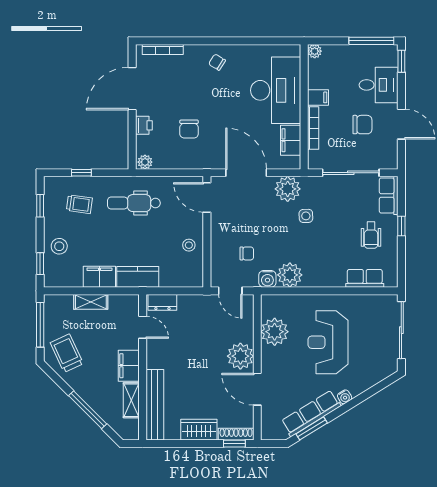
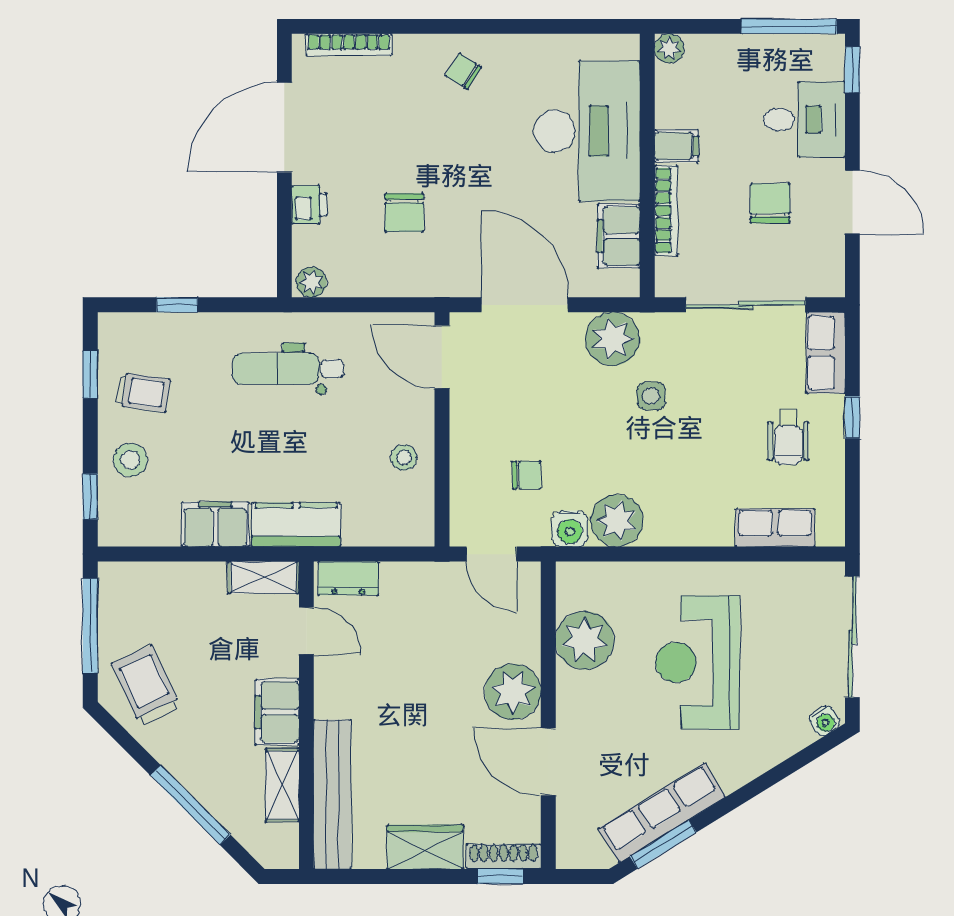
chair: (362, 125) -> (770, 203), turned -90
trolley: (79, 204) -> (143, 392), moved
shelving: (91, 302) -> (263, 577), moved
water cooler: (345, 397) -> (824, 721), moved

